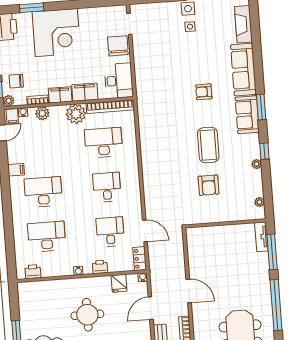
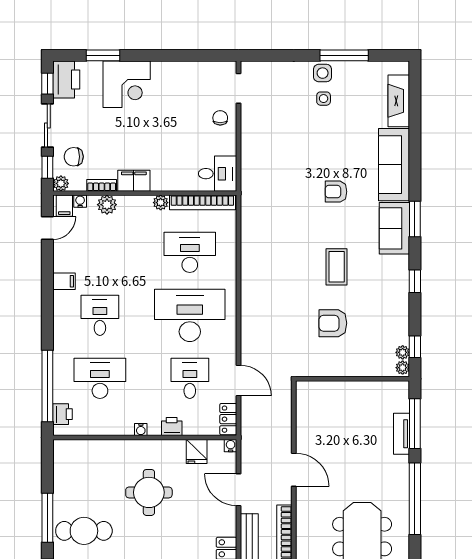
corner desk: (56, 33) -> (127, 84), width x0.74, depth x0.74
chair: (118, 46) -> (220, 118), width x0.54, depth x0.54
desk: (119, 81) -> (218, 174), width x0.73
filing cabinet: (85, 92) -> (169, 180), removed
plant: (76, 114) -> (161, 203), width x0.53, depth x0.53
coffee table: (208, 145) -> (337, 267), width x0.73, depth x0.76
plant: (257, 164) -> (403, 368), moved
armchair: (209, 185) -> (333, 323), turned 90
desk: (107, 187) -> (190, 315), width x1.87, depth x1.30
desk: (43, 192) -> (100, 315), width x0.73
window: (268, 197) -> (415, 347), added
tv unit: (261, 237) -> (402, 434), moved
window: (10, 245) -> (47, 386), added
printer: (33, 272) -> (63, 414), moved, turned 90
door: (151, 308) -> (239, 490), hinge flipped

